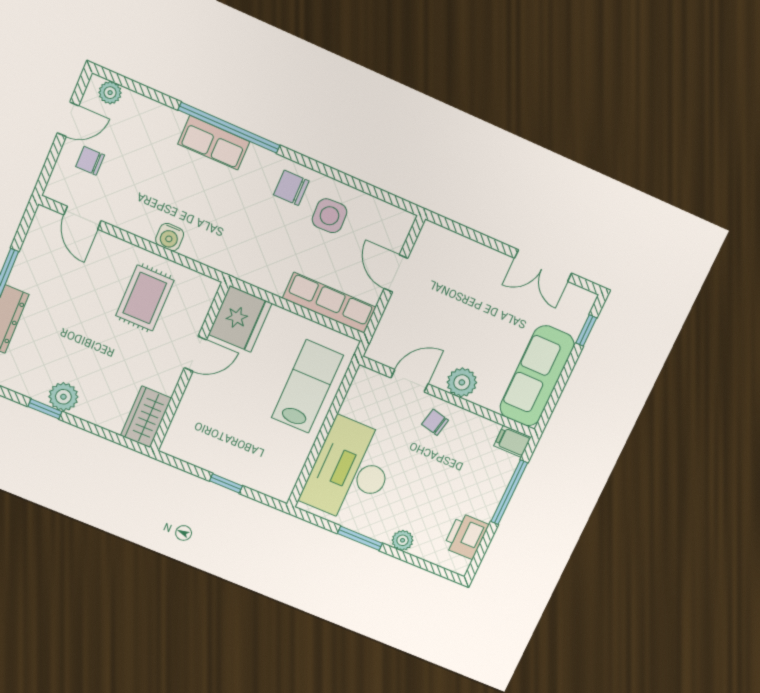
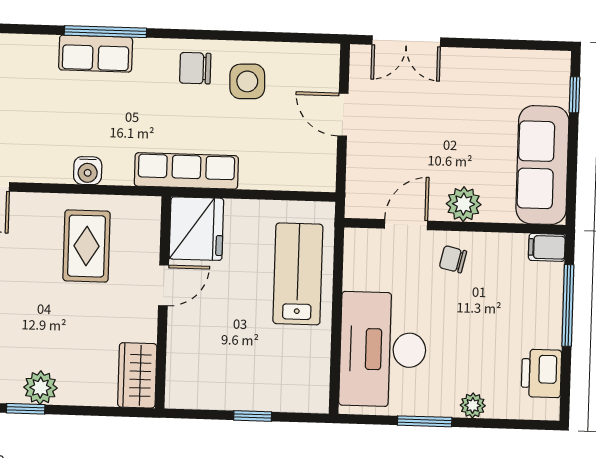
window: (229, 128) -> (105, 32), width x0.68
double door: (543, 266) -> (406, 41), moved
row of seats: (329, 303) -> (186, 171), moved

